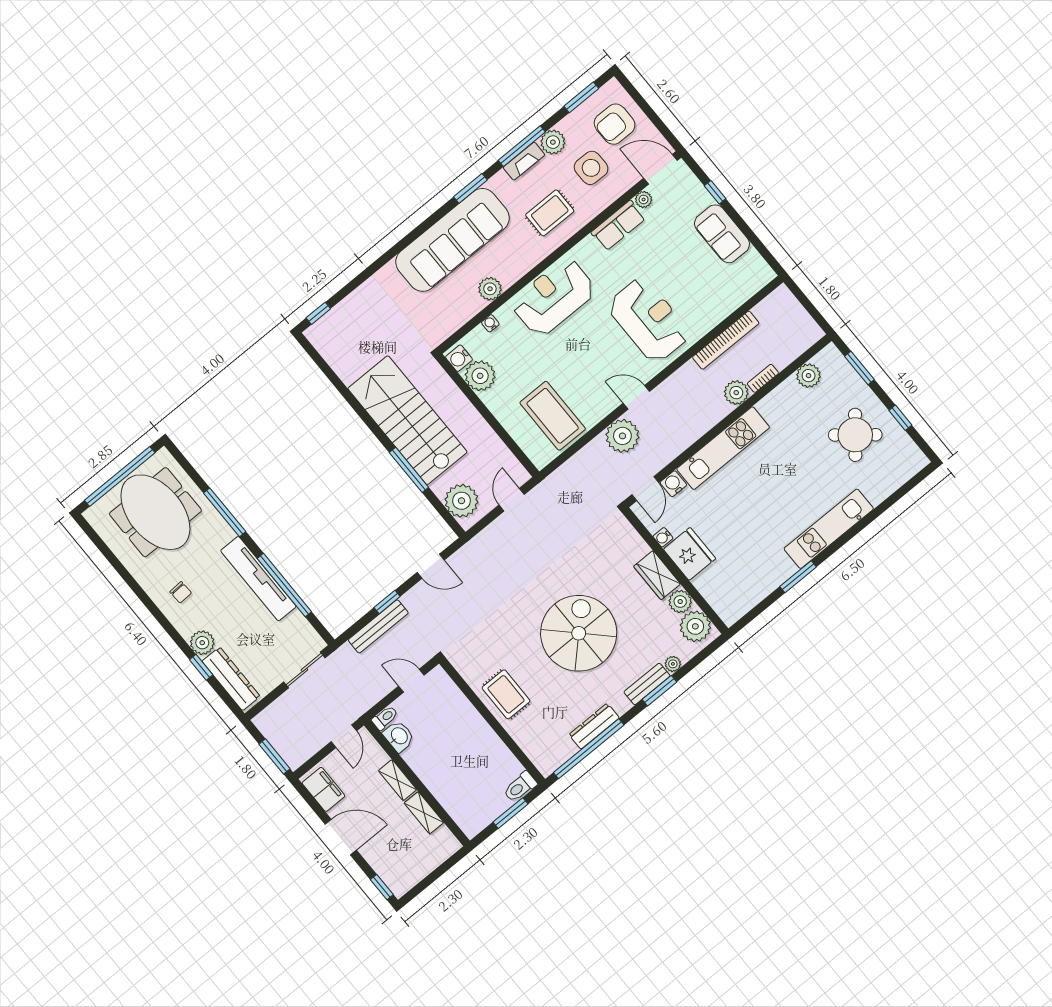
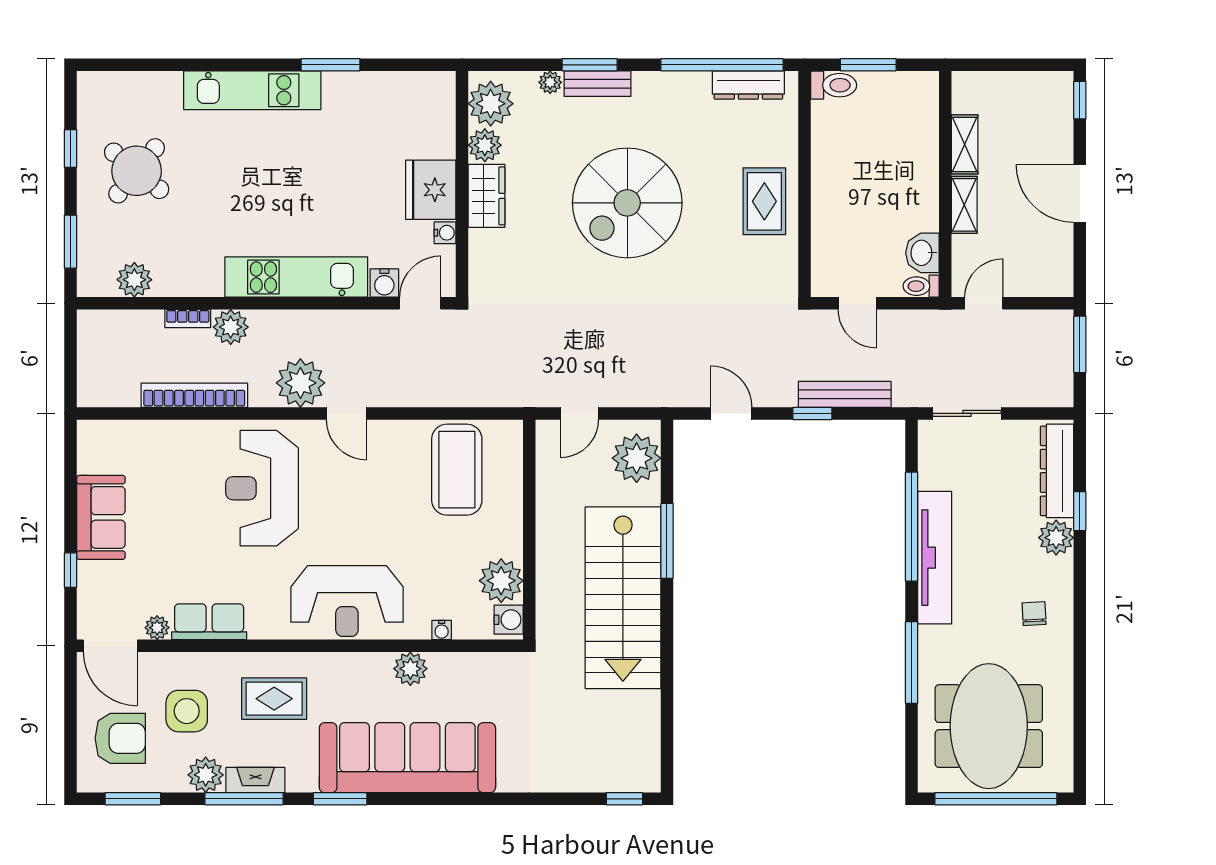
plant: (622, 436) -> (300, 383), moved
dresser: (594, 726) -> (748, 85), moved
filing cabinet: (324, 789) -> (1055, 263), removed

